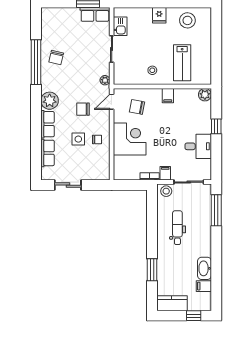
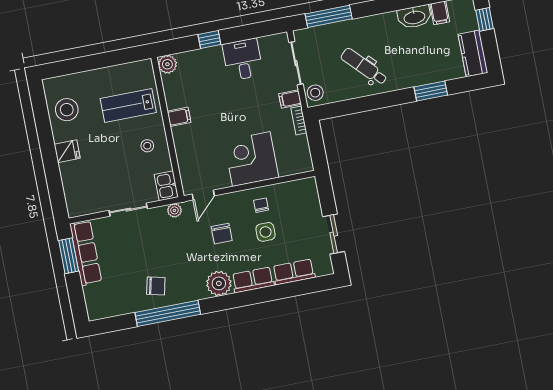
row of seats: (95, 14) -> (86, 253), width x1.48
kitchen sink: (120, 26) -> (166, 186), moved, turned -90
lab bench: (182, 63) -> (128, 105), turned 180
door: (112, 102) -> (203, 195), hinge flipped
chair: (137, 107) -> (204, 157), removed
dental chair: (177, 228) -> (364, 67), turned 46

